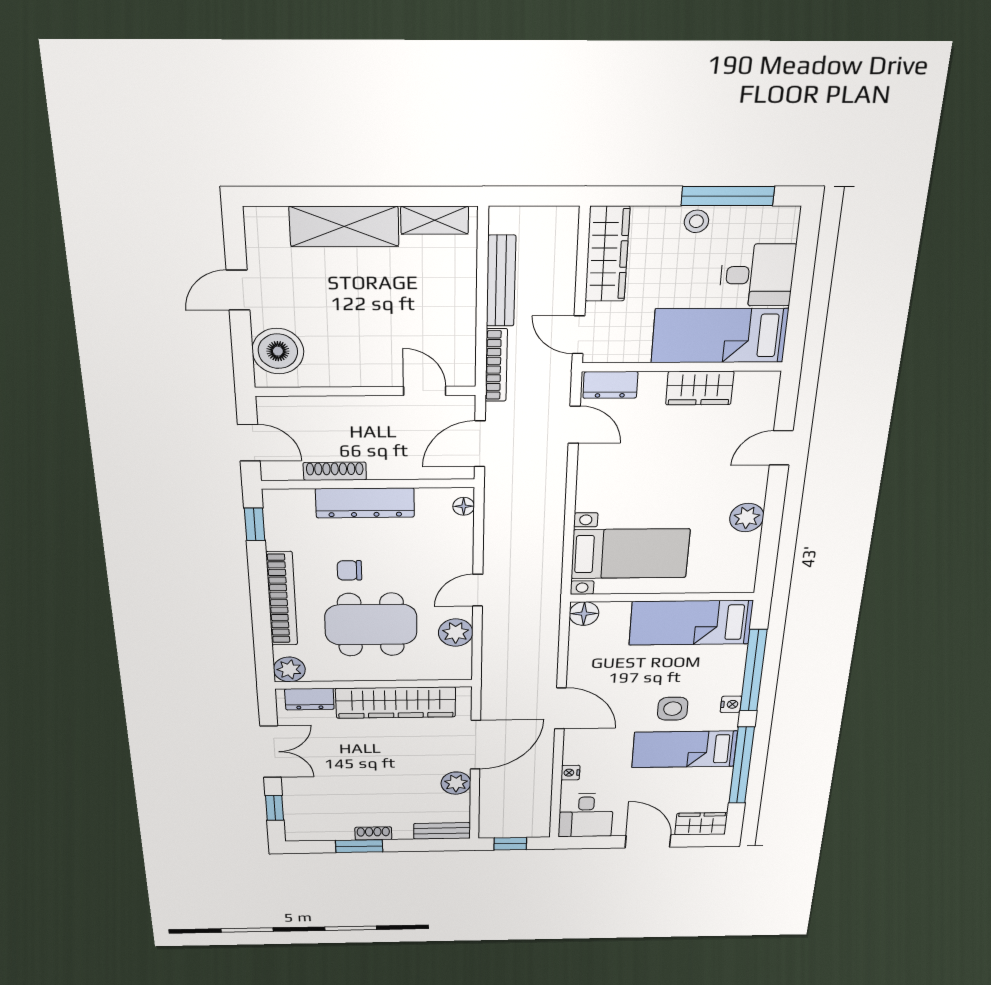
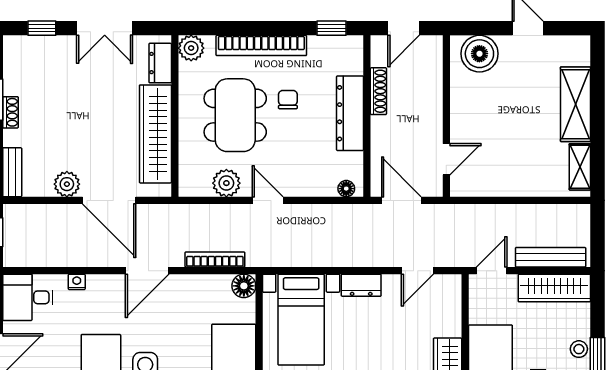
bench: (501, 281) -> (551, 257), moved
bookcase: (496, 365) -> (215, 259), moved, turned 180
dresser: (610, 385) -> (361, 285), moved, turned -90

